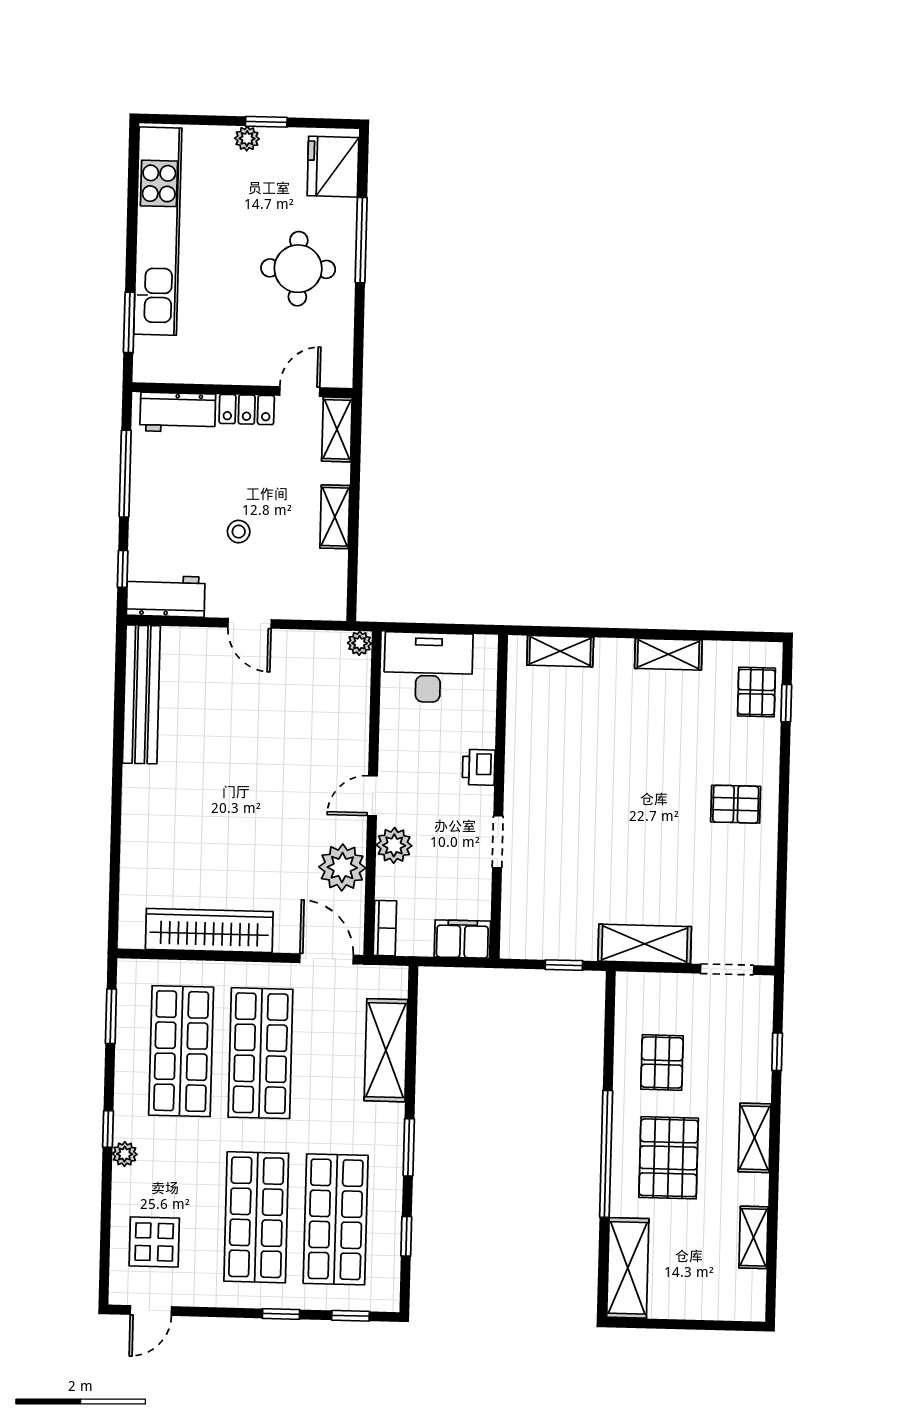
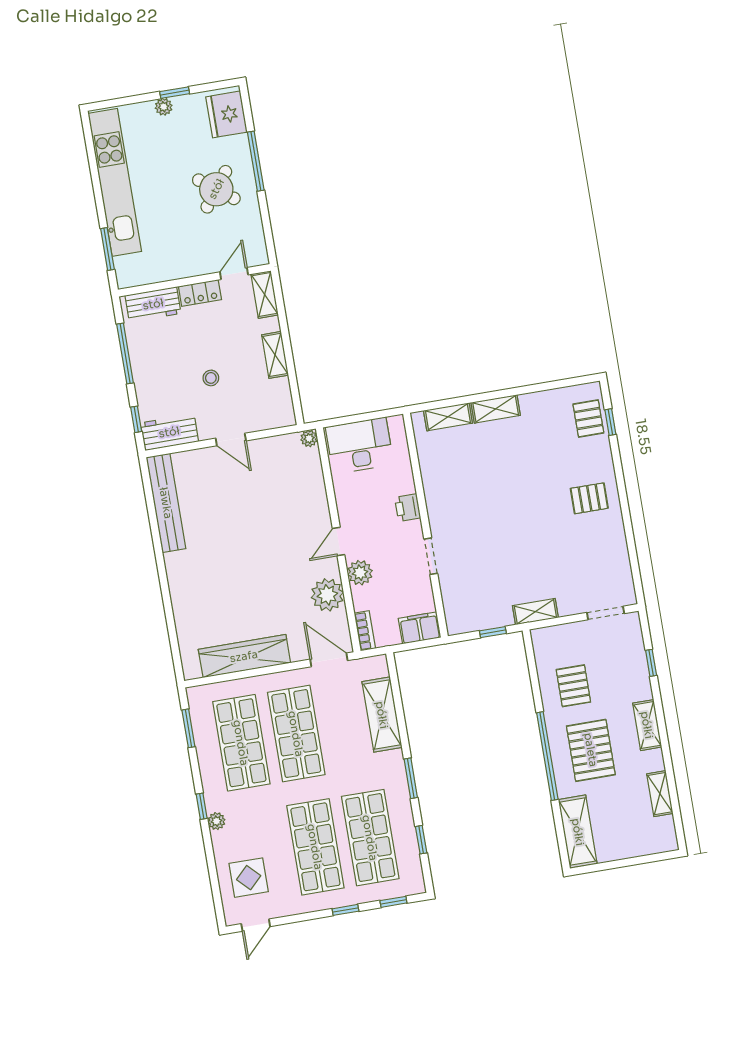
round table: (298, 269) -> (216, 189), turned 37
shelving: (668, 654) -> (496, 409), moved
shelving: (645, 944) -> (535, 612), width x0.67, depth x0.75

